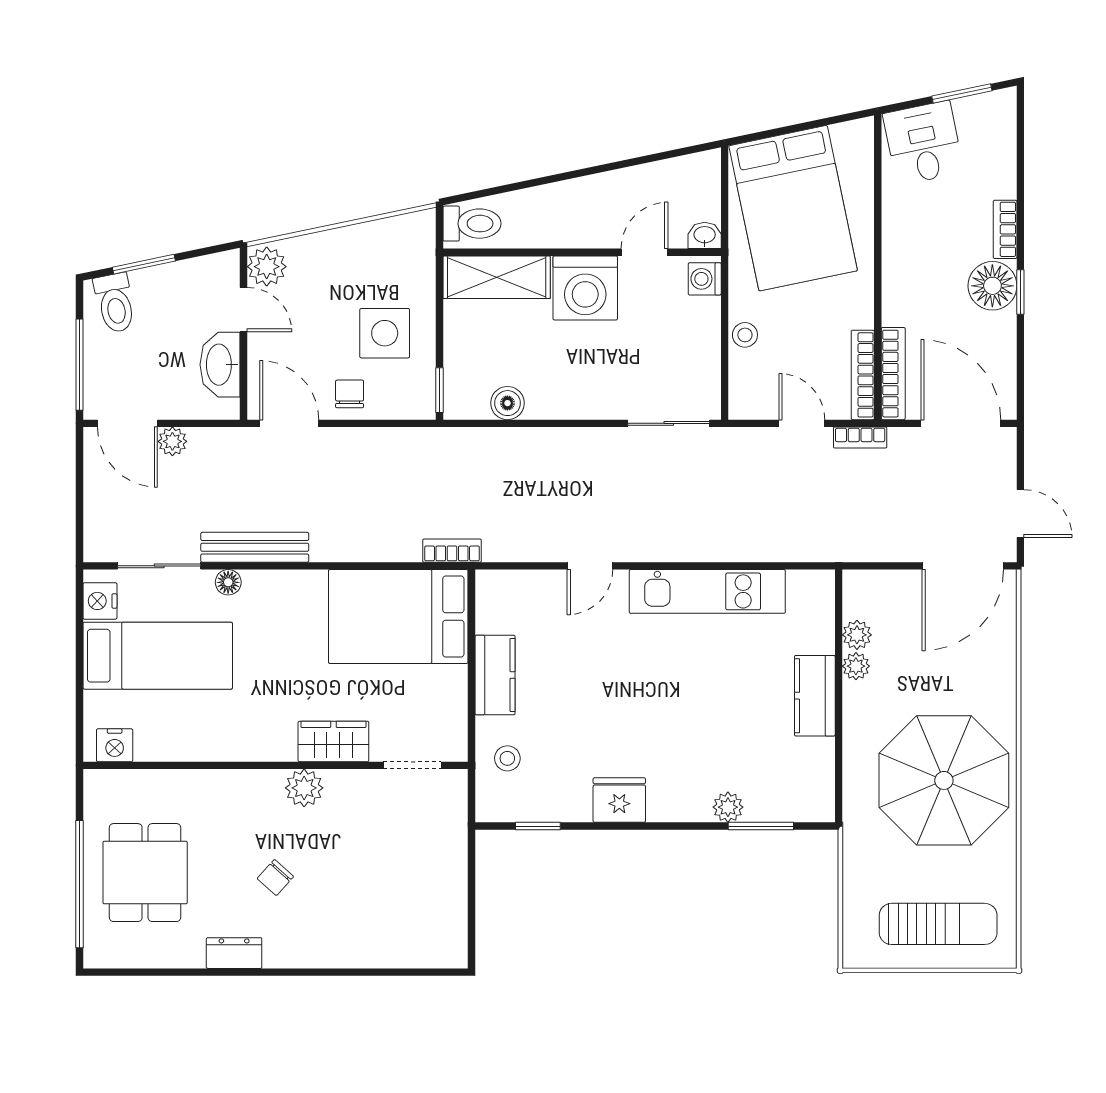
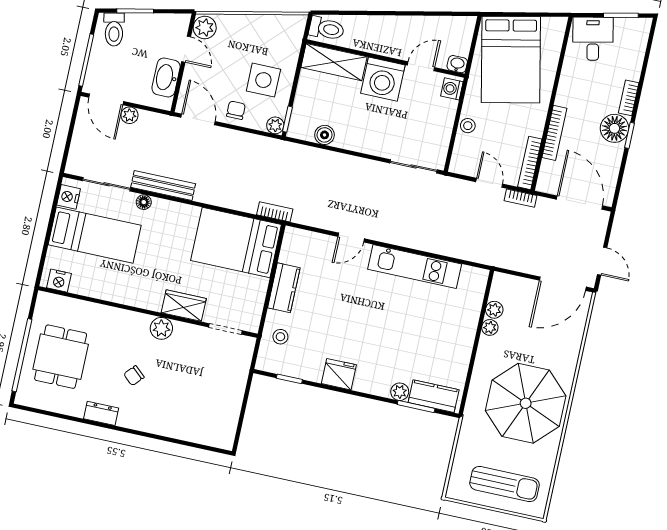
bookcase: (893, 374) -> (554, 133), moved
plant: (421, 405) -> (275, 125), added
kitchen counter: (815, 696) -> (434, 396), moved, turned 90

